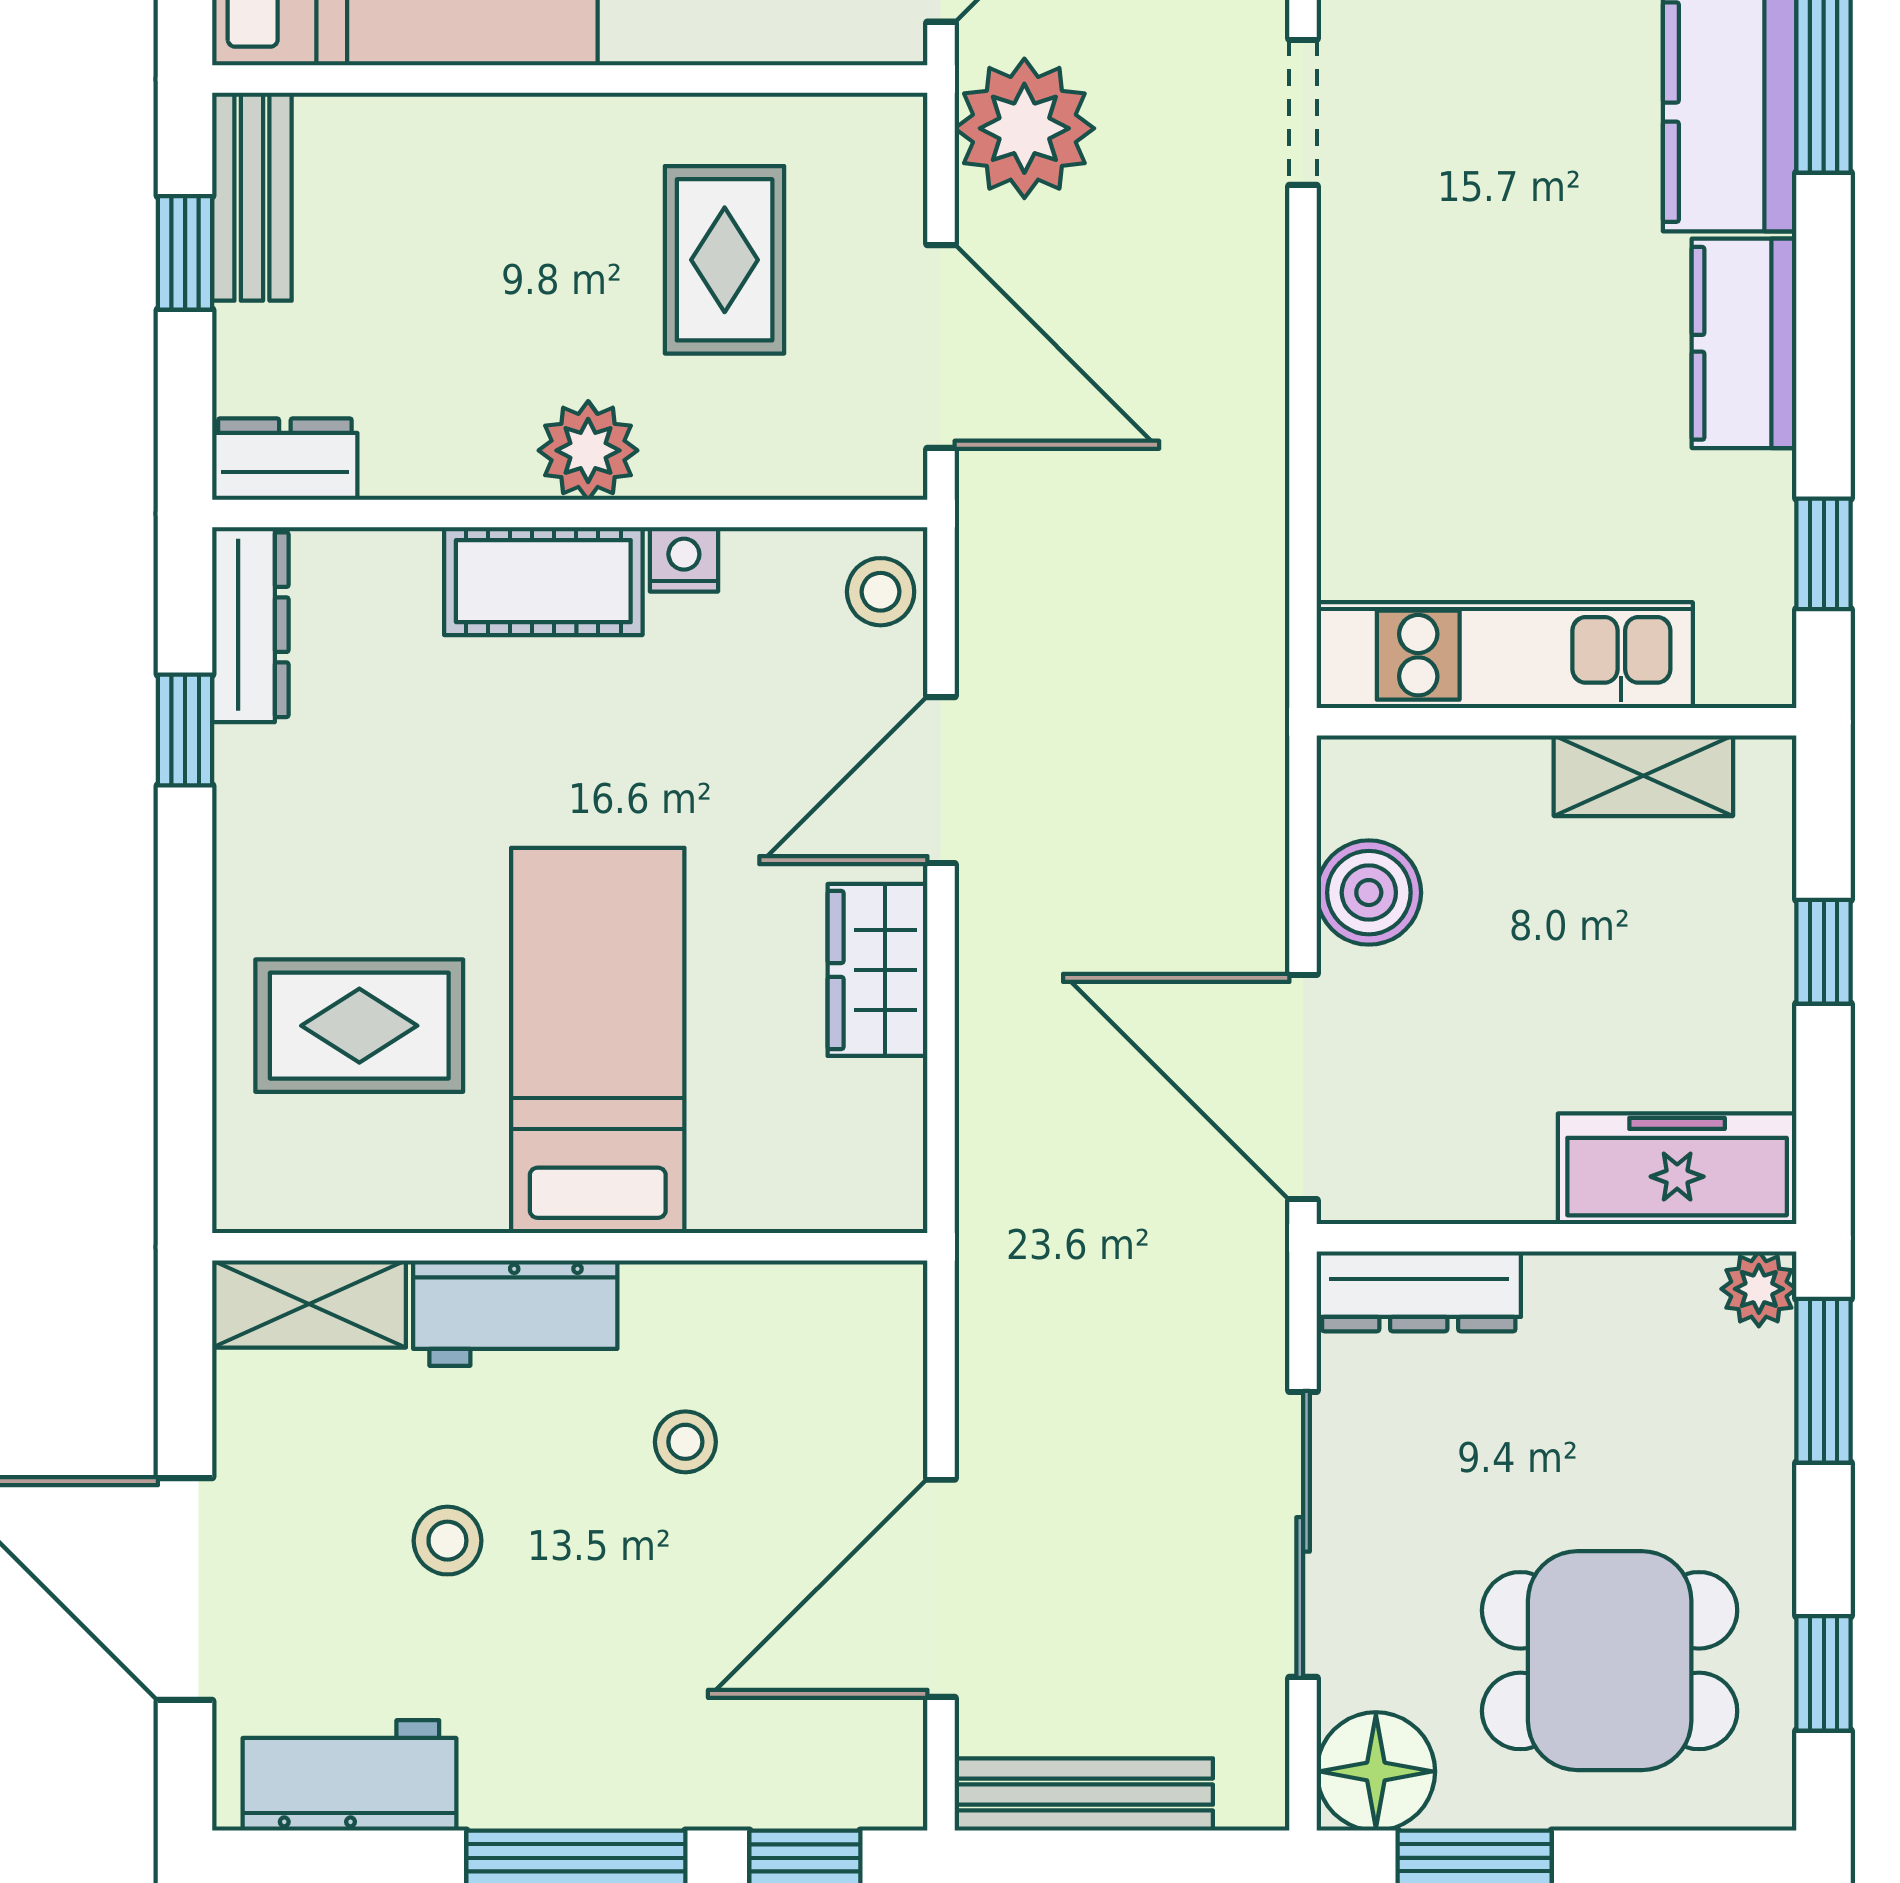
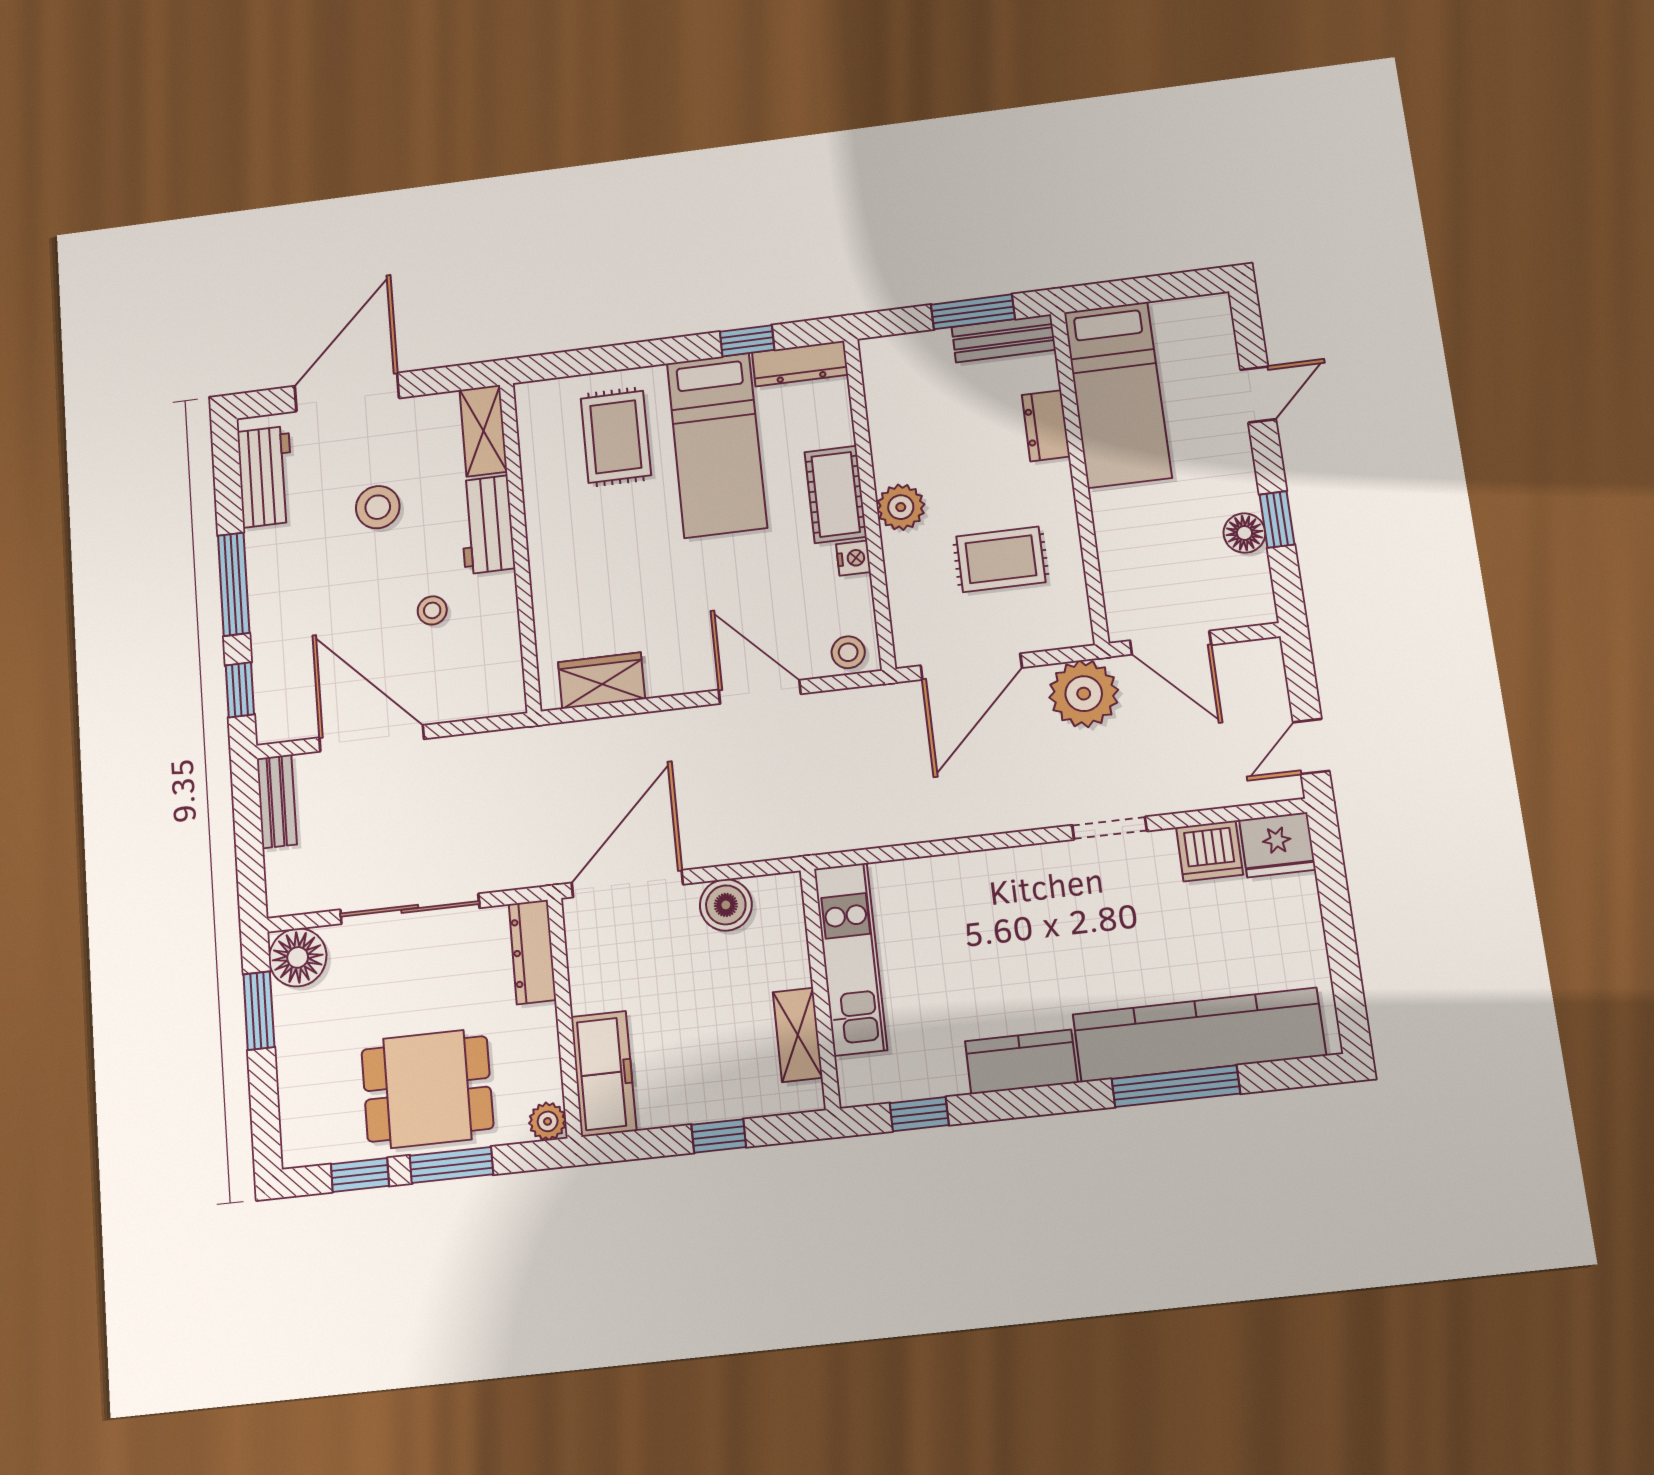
window: (185, 253) -> (973, 312), width x1.50
dresser: (285, 459) -> (1046, 426), moved, turned 180
wardrobe: (877, 970) -> (601, 680), moved
bed: (598, 1041) -> (717, 445), moved, turned 90
window: (1824, 1381) -> (451, 1165), moved
stool: (447, 1541) -> (378, 507), width x1.37, depth x1.37
dining table: (1610, 1661) -> (427, 1089), moved, turned 90
bench: (1084, 1795) -> (277, 801), width x0.73

